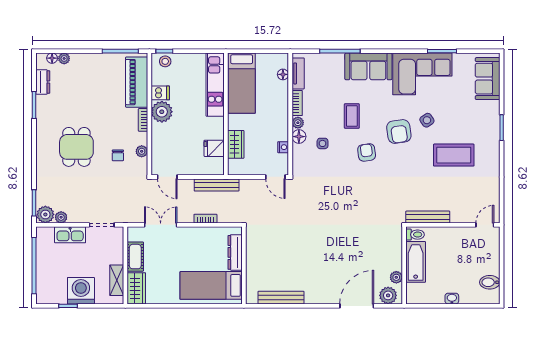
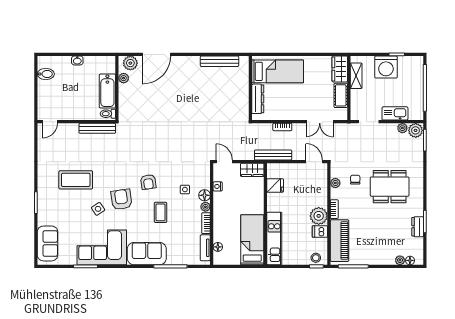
dresser: (43, 82) -> (418, 227), moved
wardrobe: (236, 144) -> (252, 170), moved, turned -90
dining table: (76, 147) -> (390, 187), width x1.38

